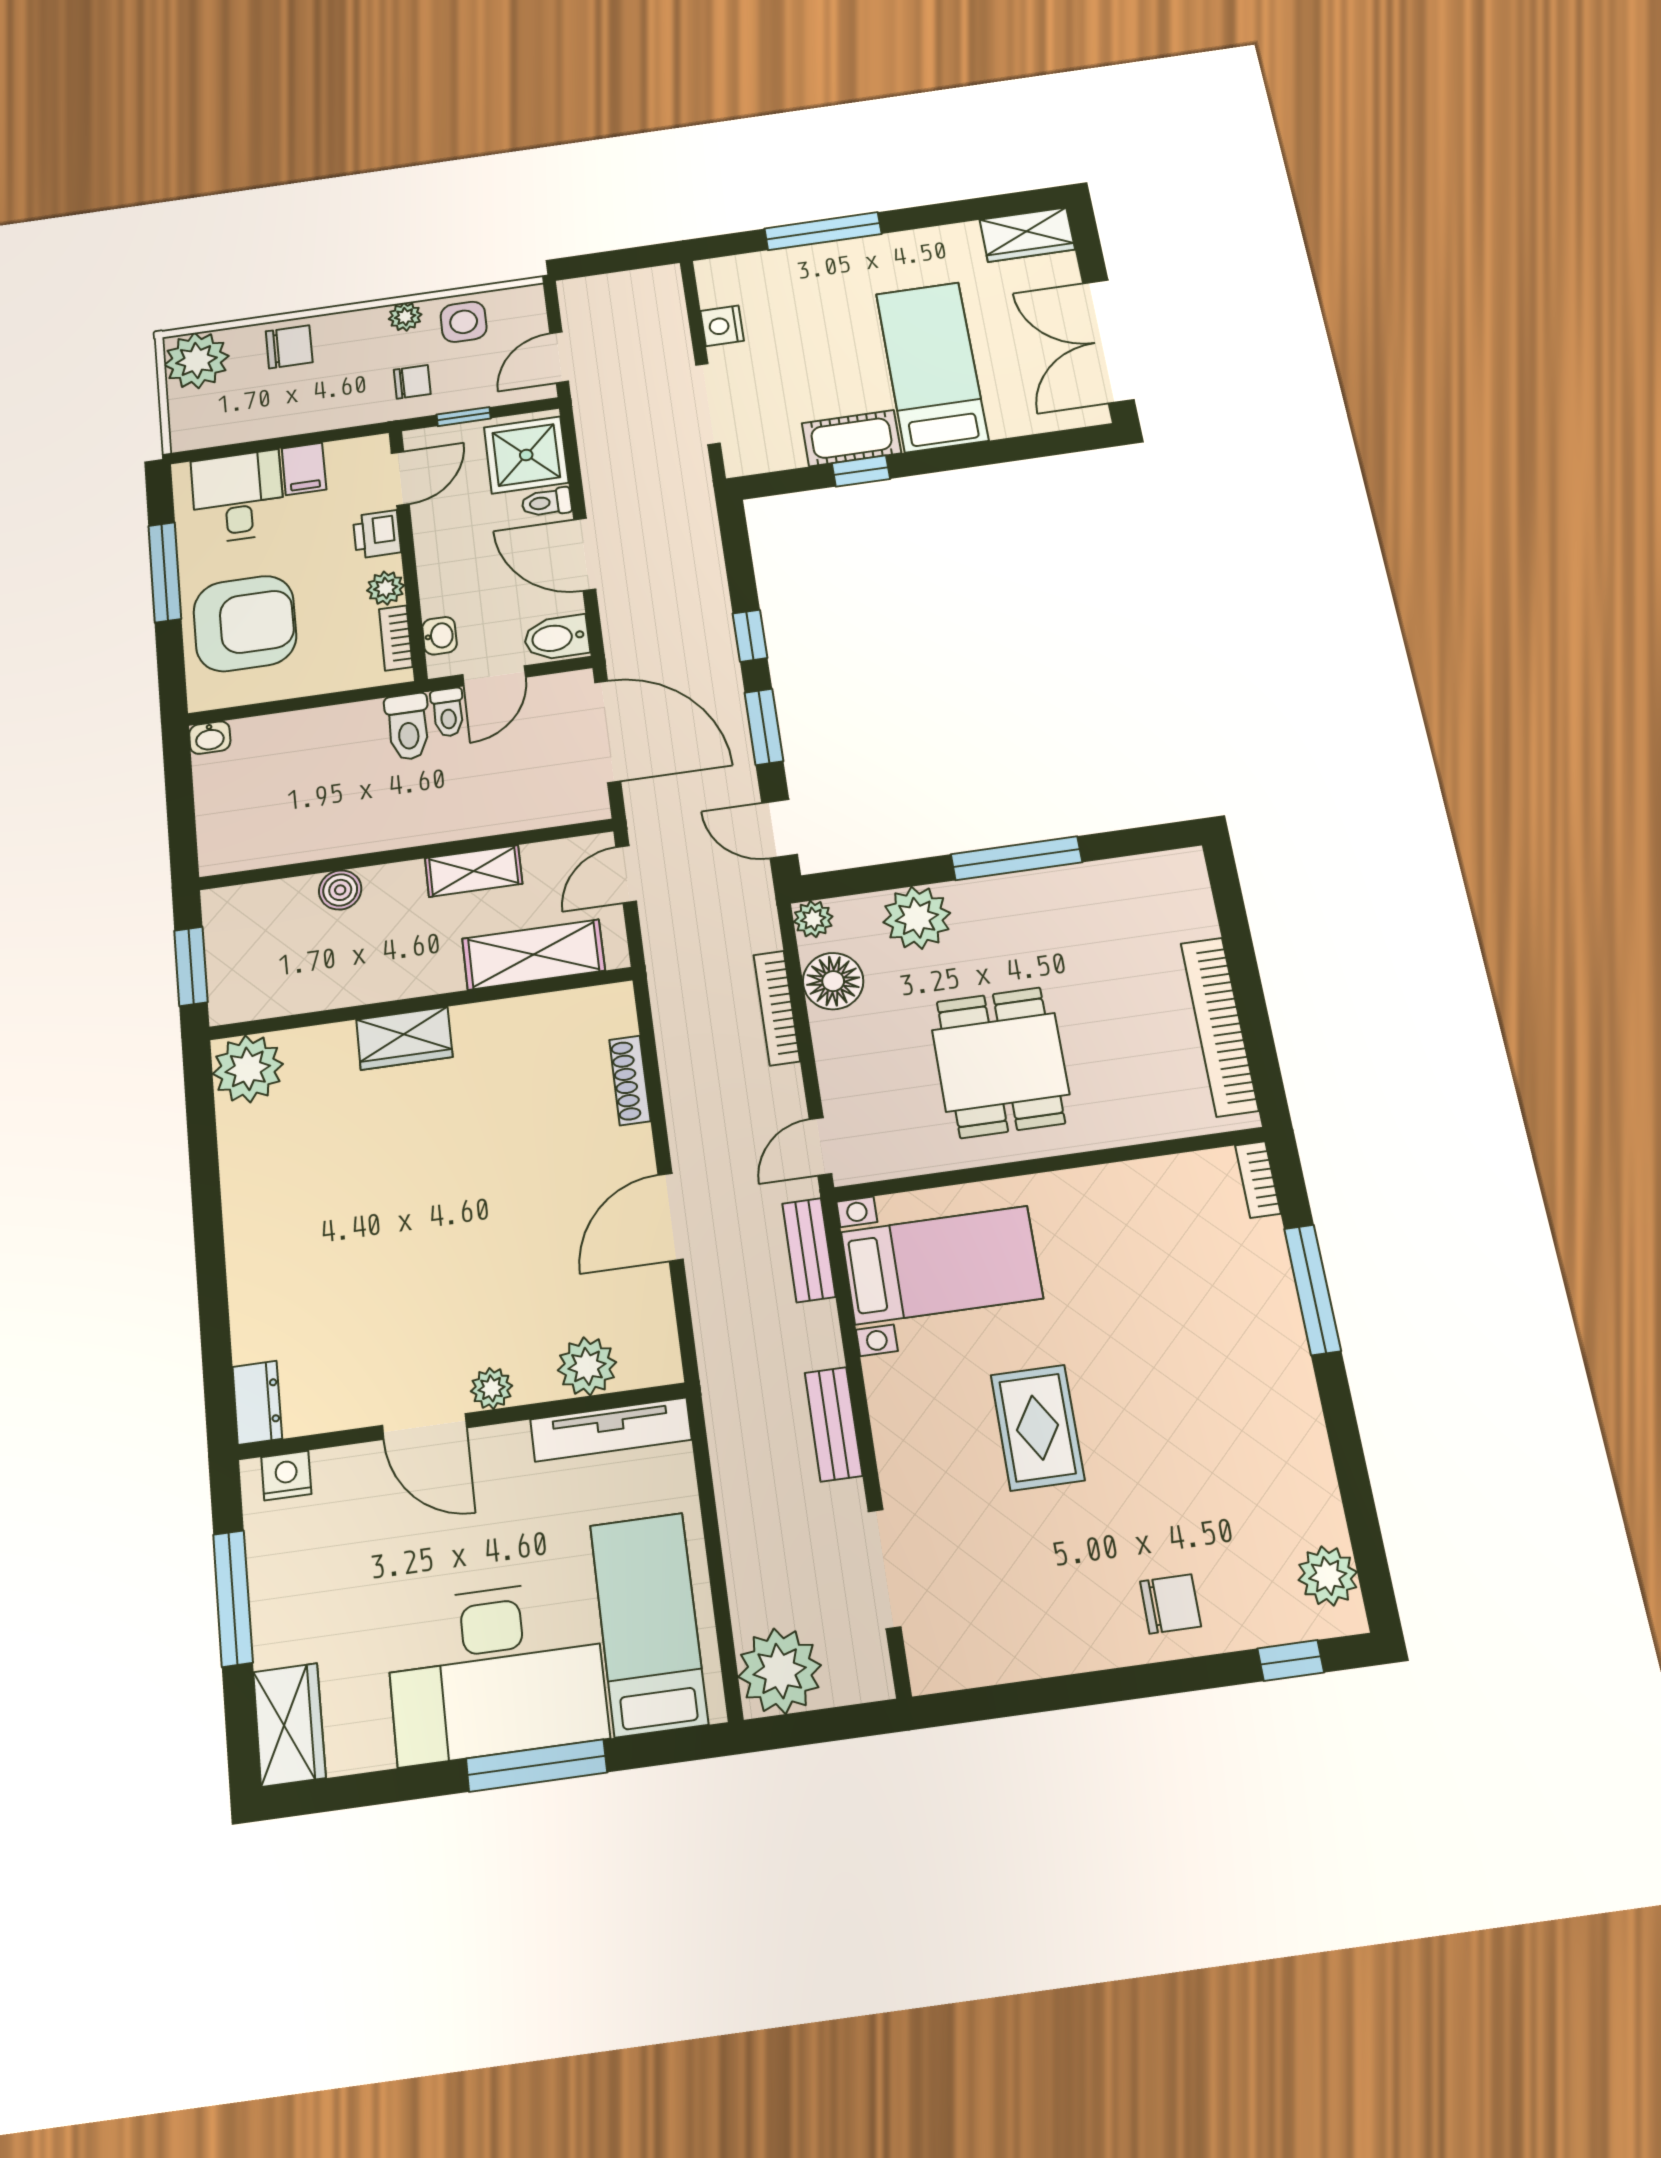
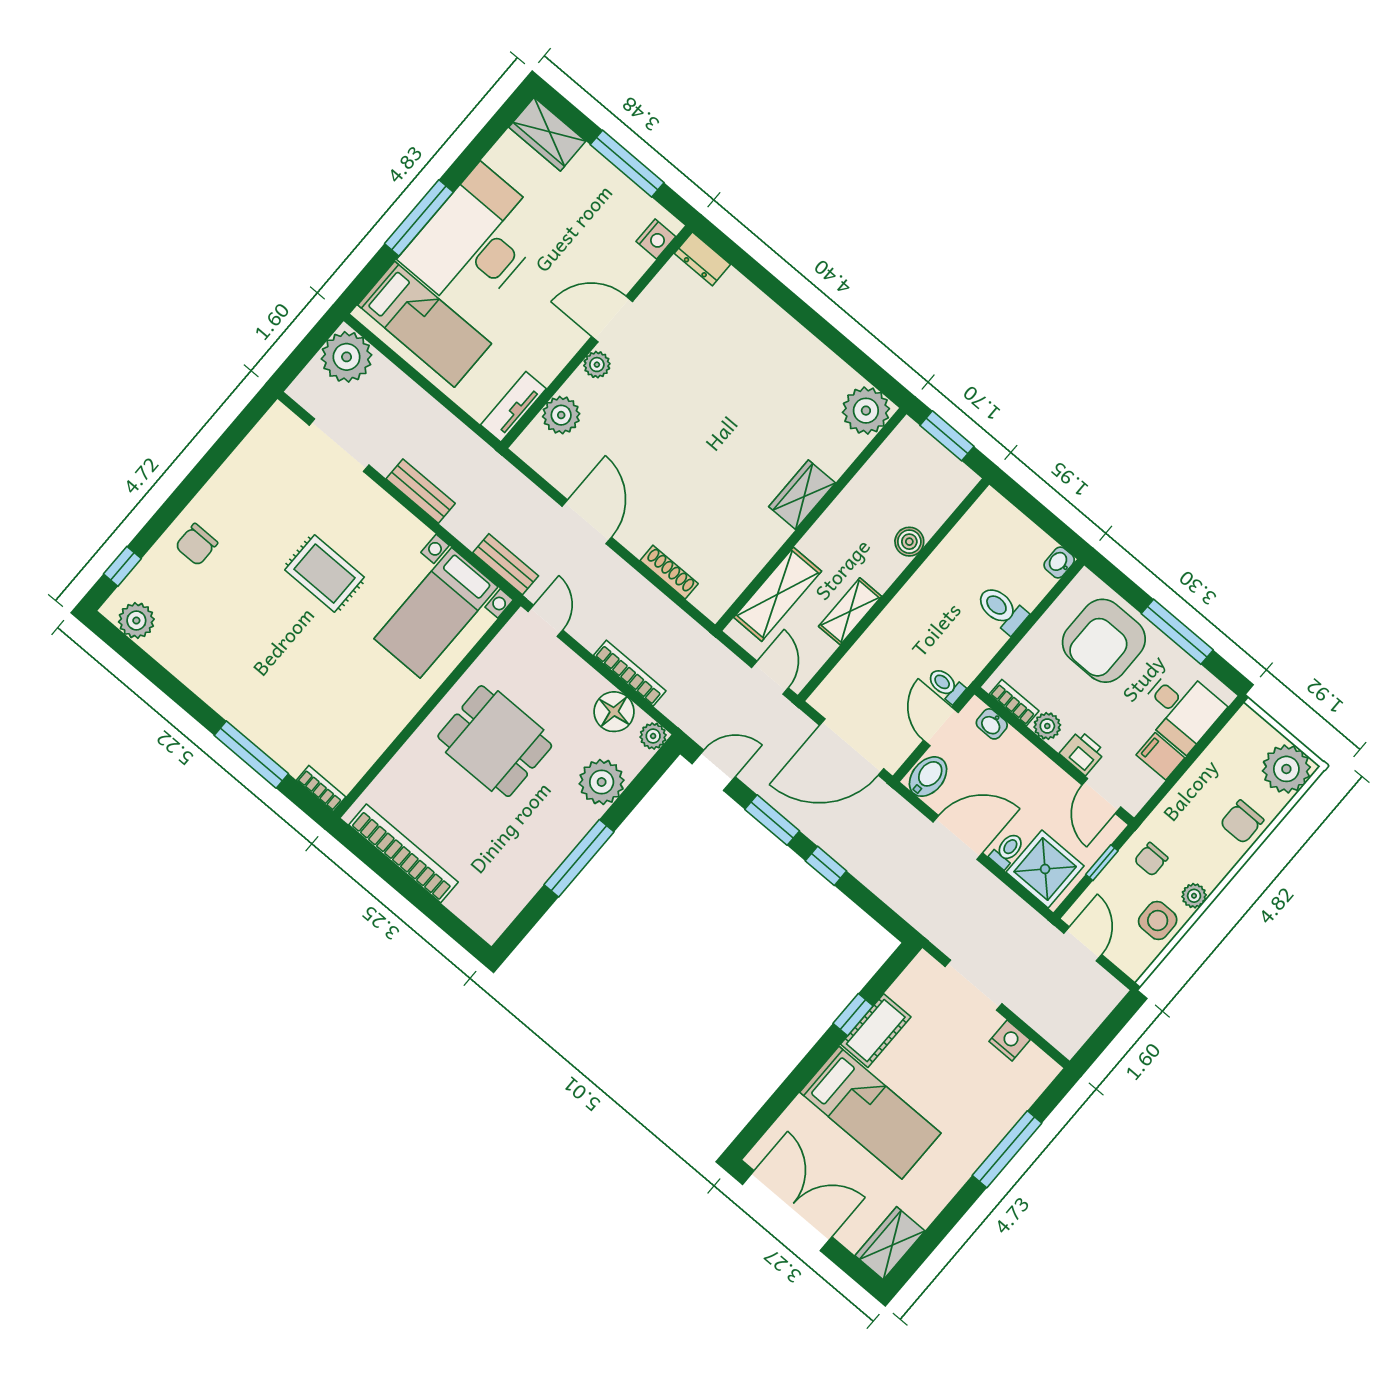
toilet: (408, 727) -> (1002, 609), moved
tv unit: (611, 1430) -> (513, 407), width x0.71

